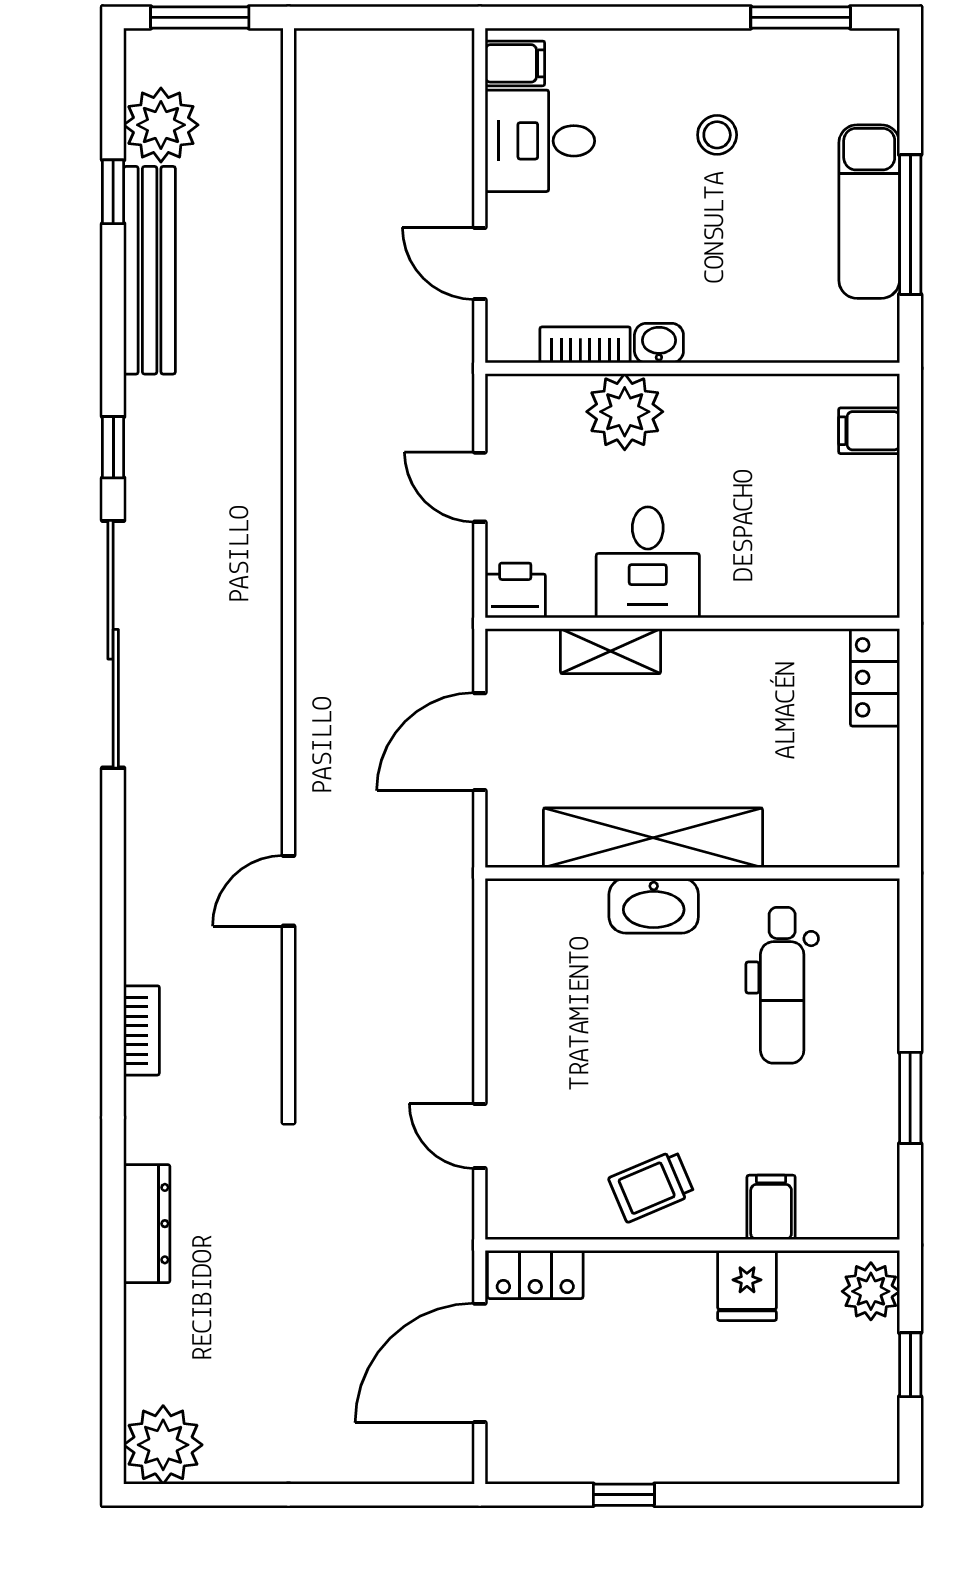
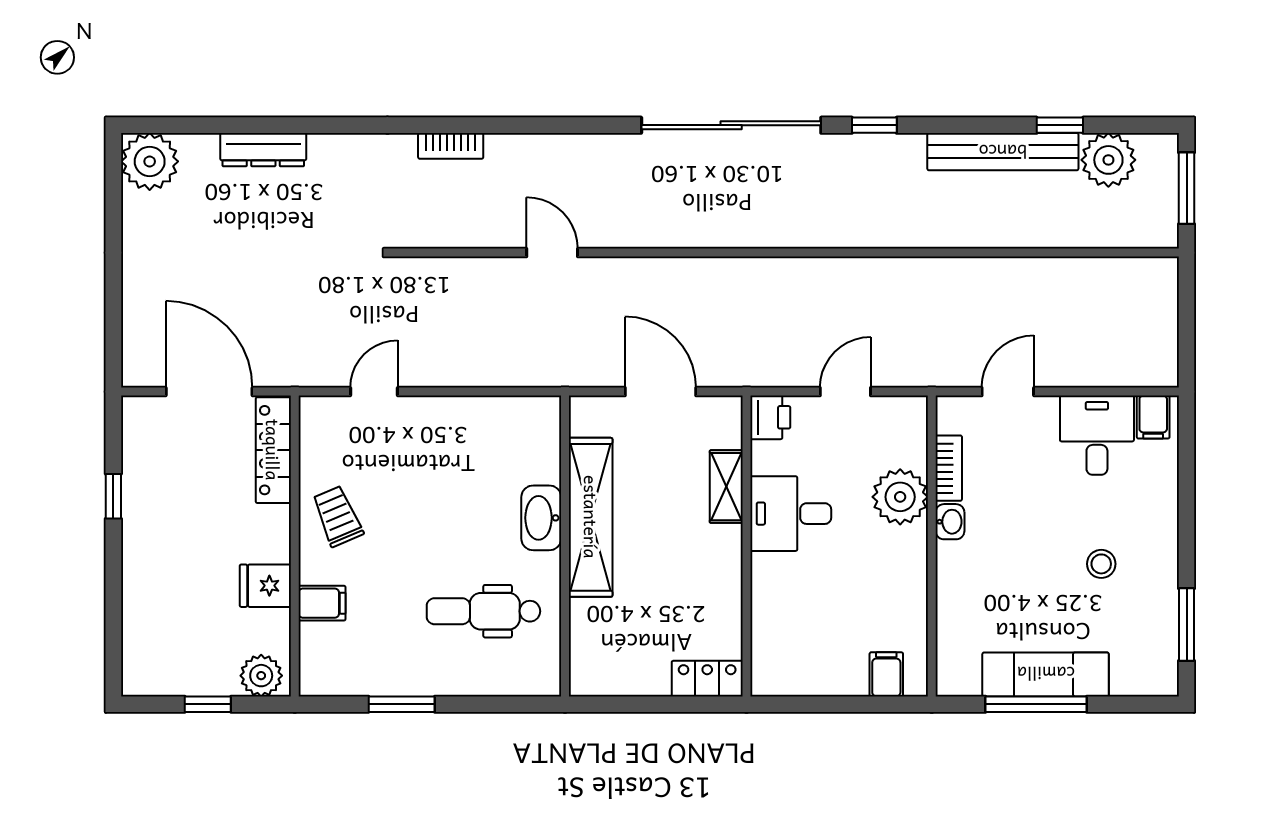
dresser: (147, 1224) -> (263, 150), moved
locker: (535, 1274) -> (273, 450), width x1.53

